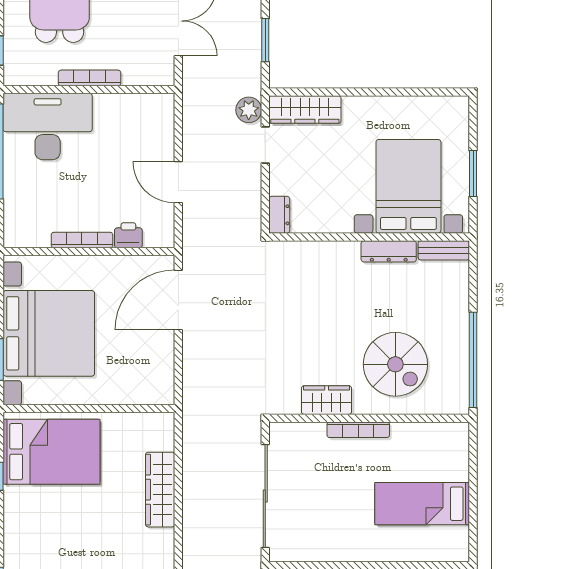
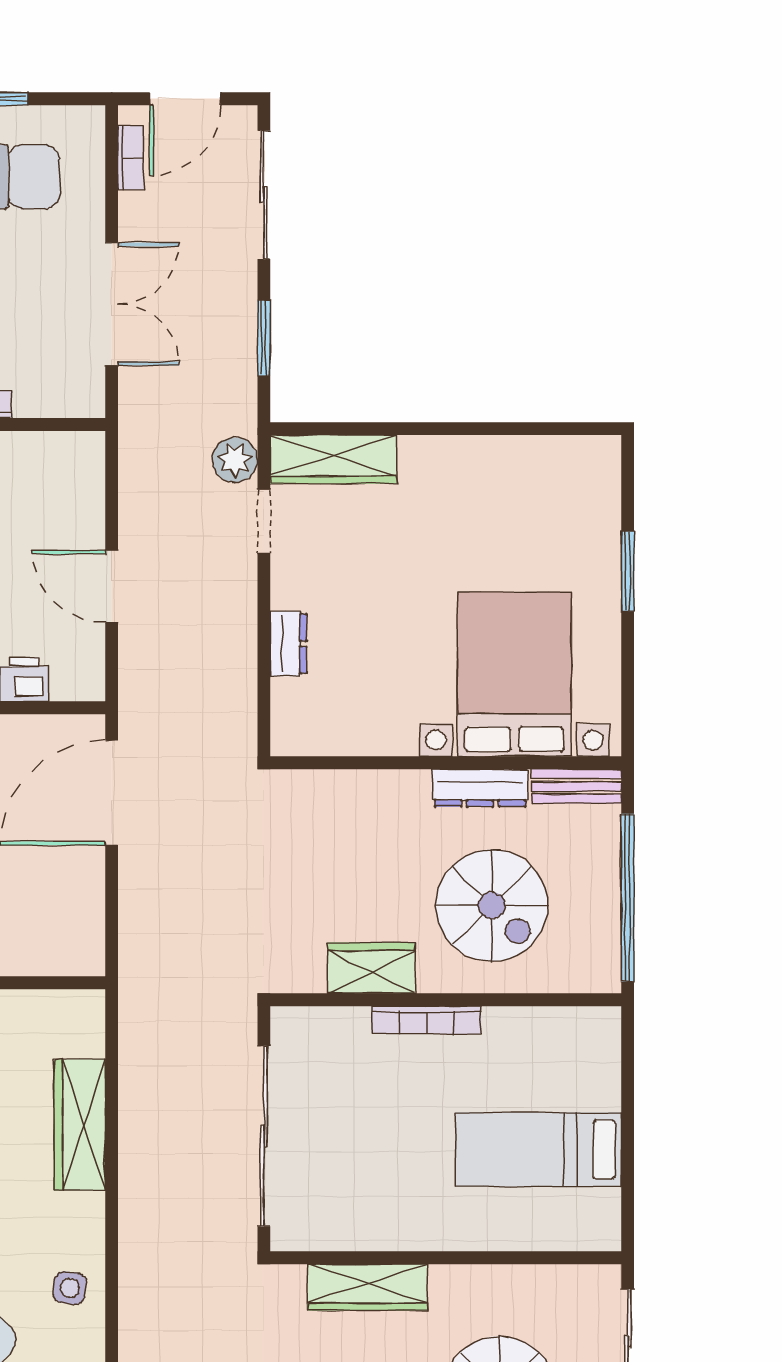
bed with nightstands: (408, 186) -> (515, 674), moved
wall: (369, 237) -> (446, 763), moved
bench: (444, 250) -> (576, 786), moved
dresser: (389, 251) -> (480, 788), moved

